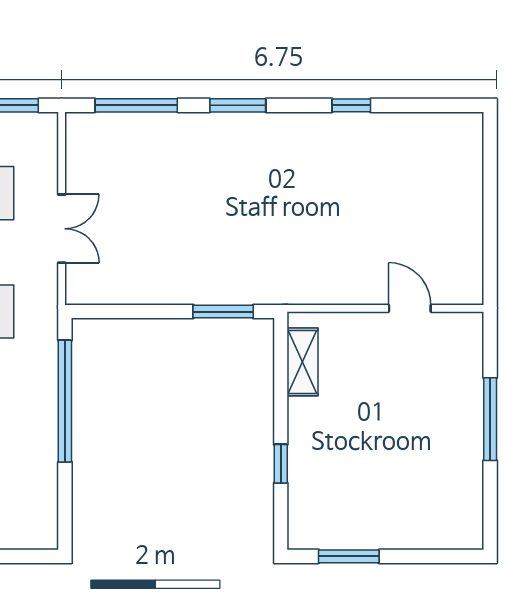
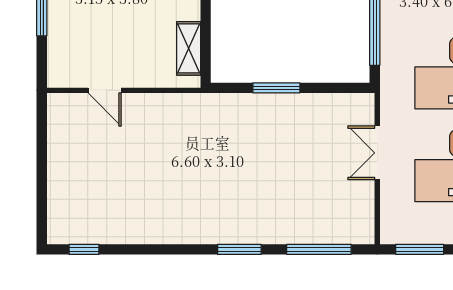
window: (351, 105) -> (84, 249), moved
window: (223, 312) -> (276, 88), moved

